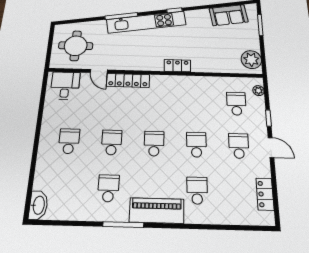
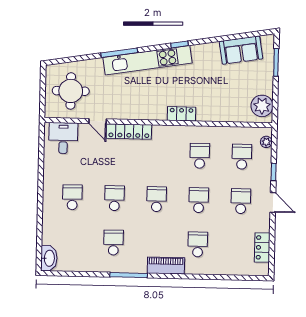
school desk: (196, 103) -> (200, 156), added
piano: (157, 211) -> (166, 266), width x0.73, depth x0.75

